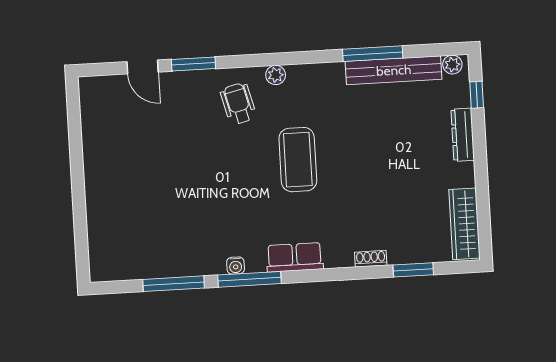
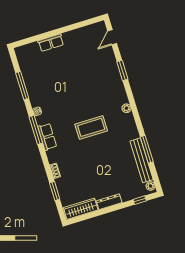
door: (143, 67) -> (112, 37), moved
wheelchair: (238, 104) -> (110, 95), removed
dresser: (463, 135) -> (109, 202), moved
row of seats: (98, 201) -> (51, 43), added
window: (250, 279) -> (36, 130), moved

